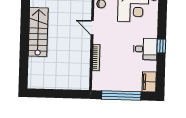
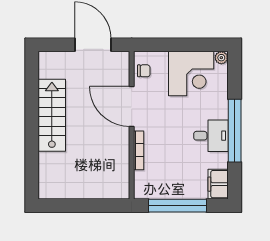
door: (92, 28) -> (132, 107), width x1.88
window: (161, 46) -> (235, 131), width x3.17

